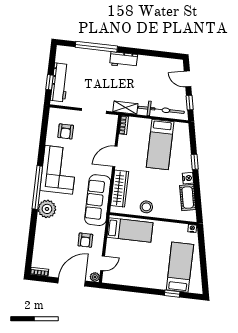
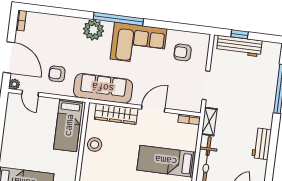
workbench: (124, 60) -> (262, 144), moved
door: (115, 156) -> (153, 109), hinge flipped

